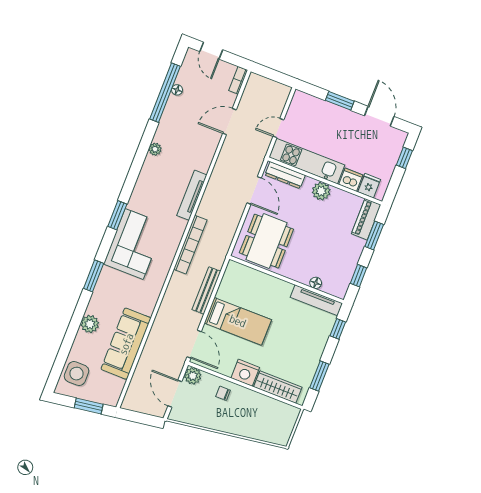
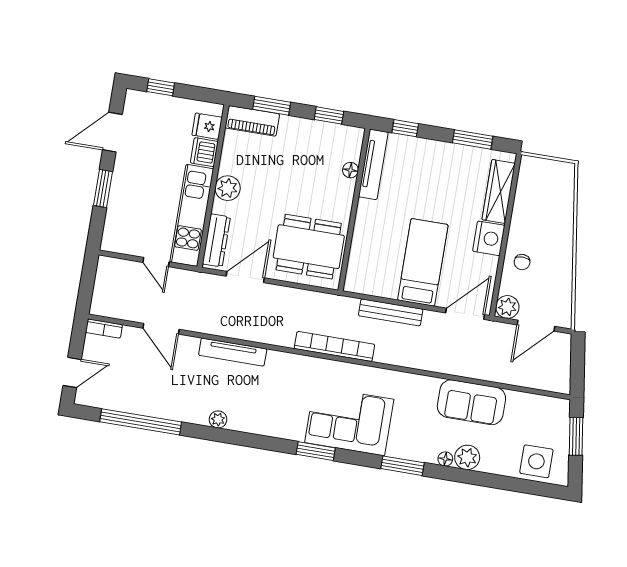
floor lamp: (177, 90) -> (445, 459), moved
tv unit: (192, 195) -> (233, 352), moved
sofa: (126, 344) -> (471, 402), width x0.73

